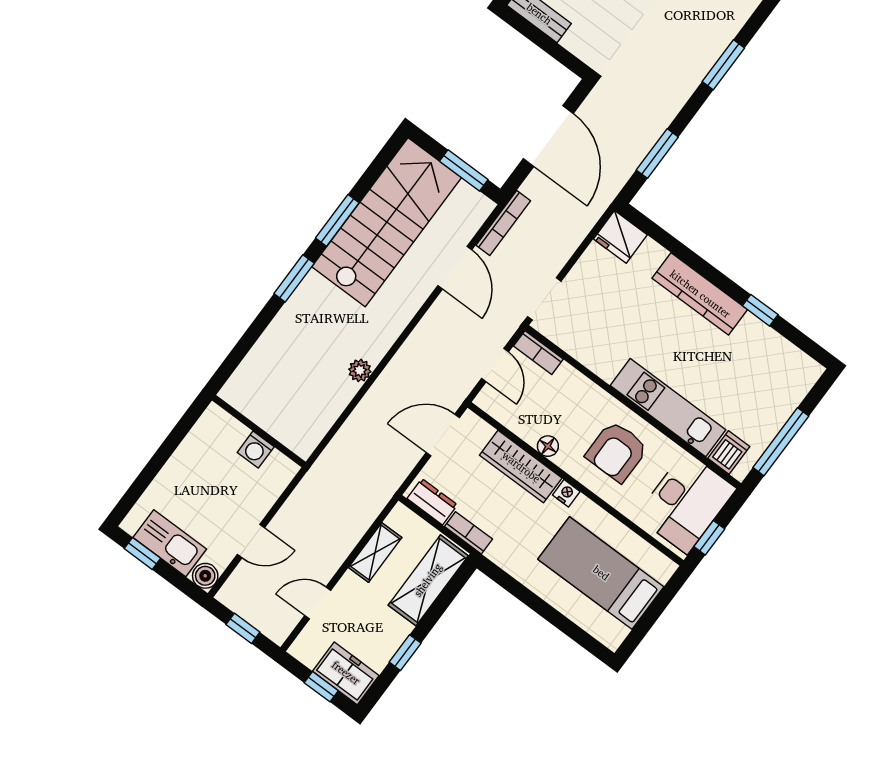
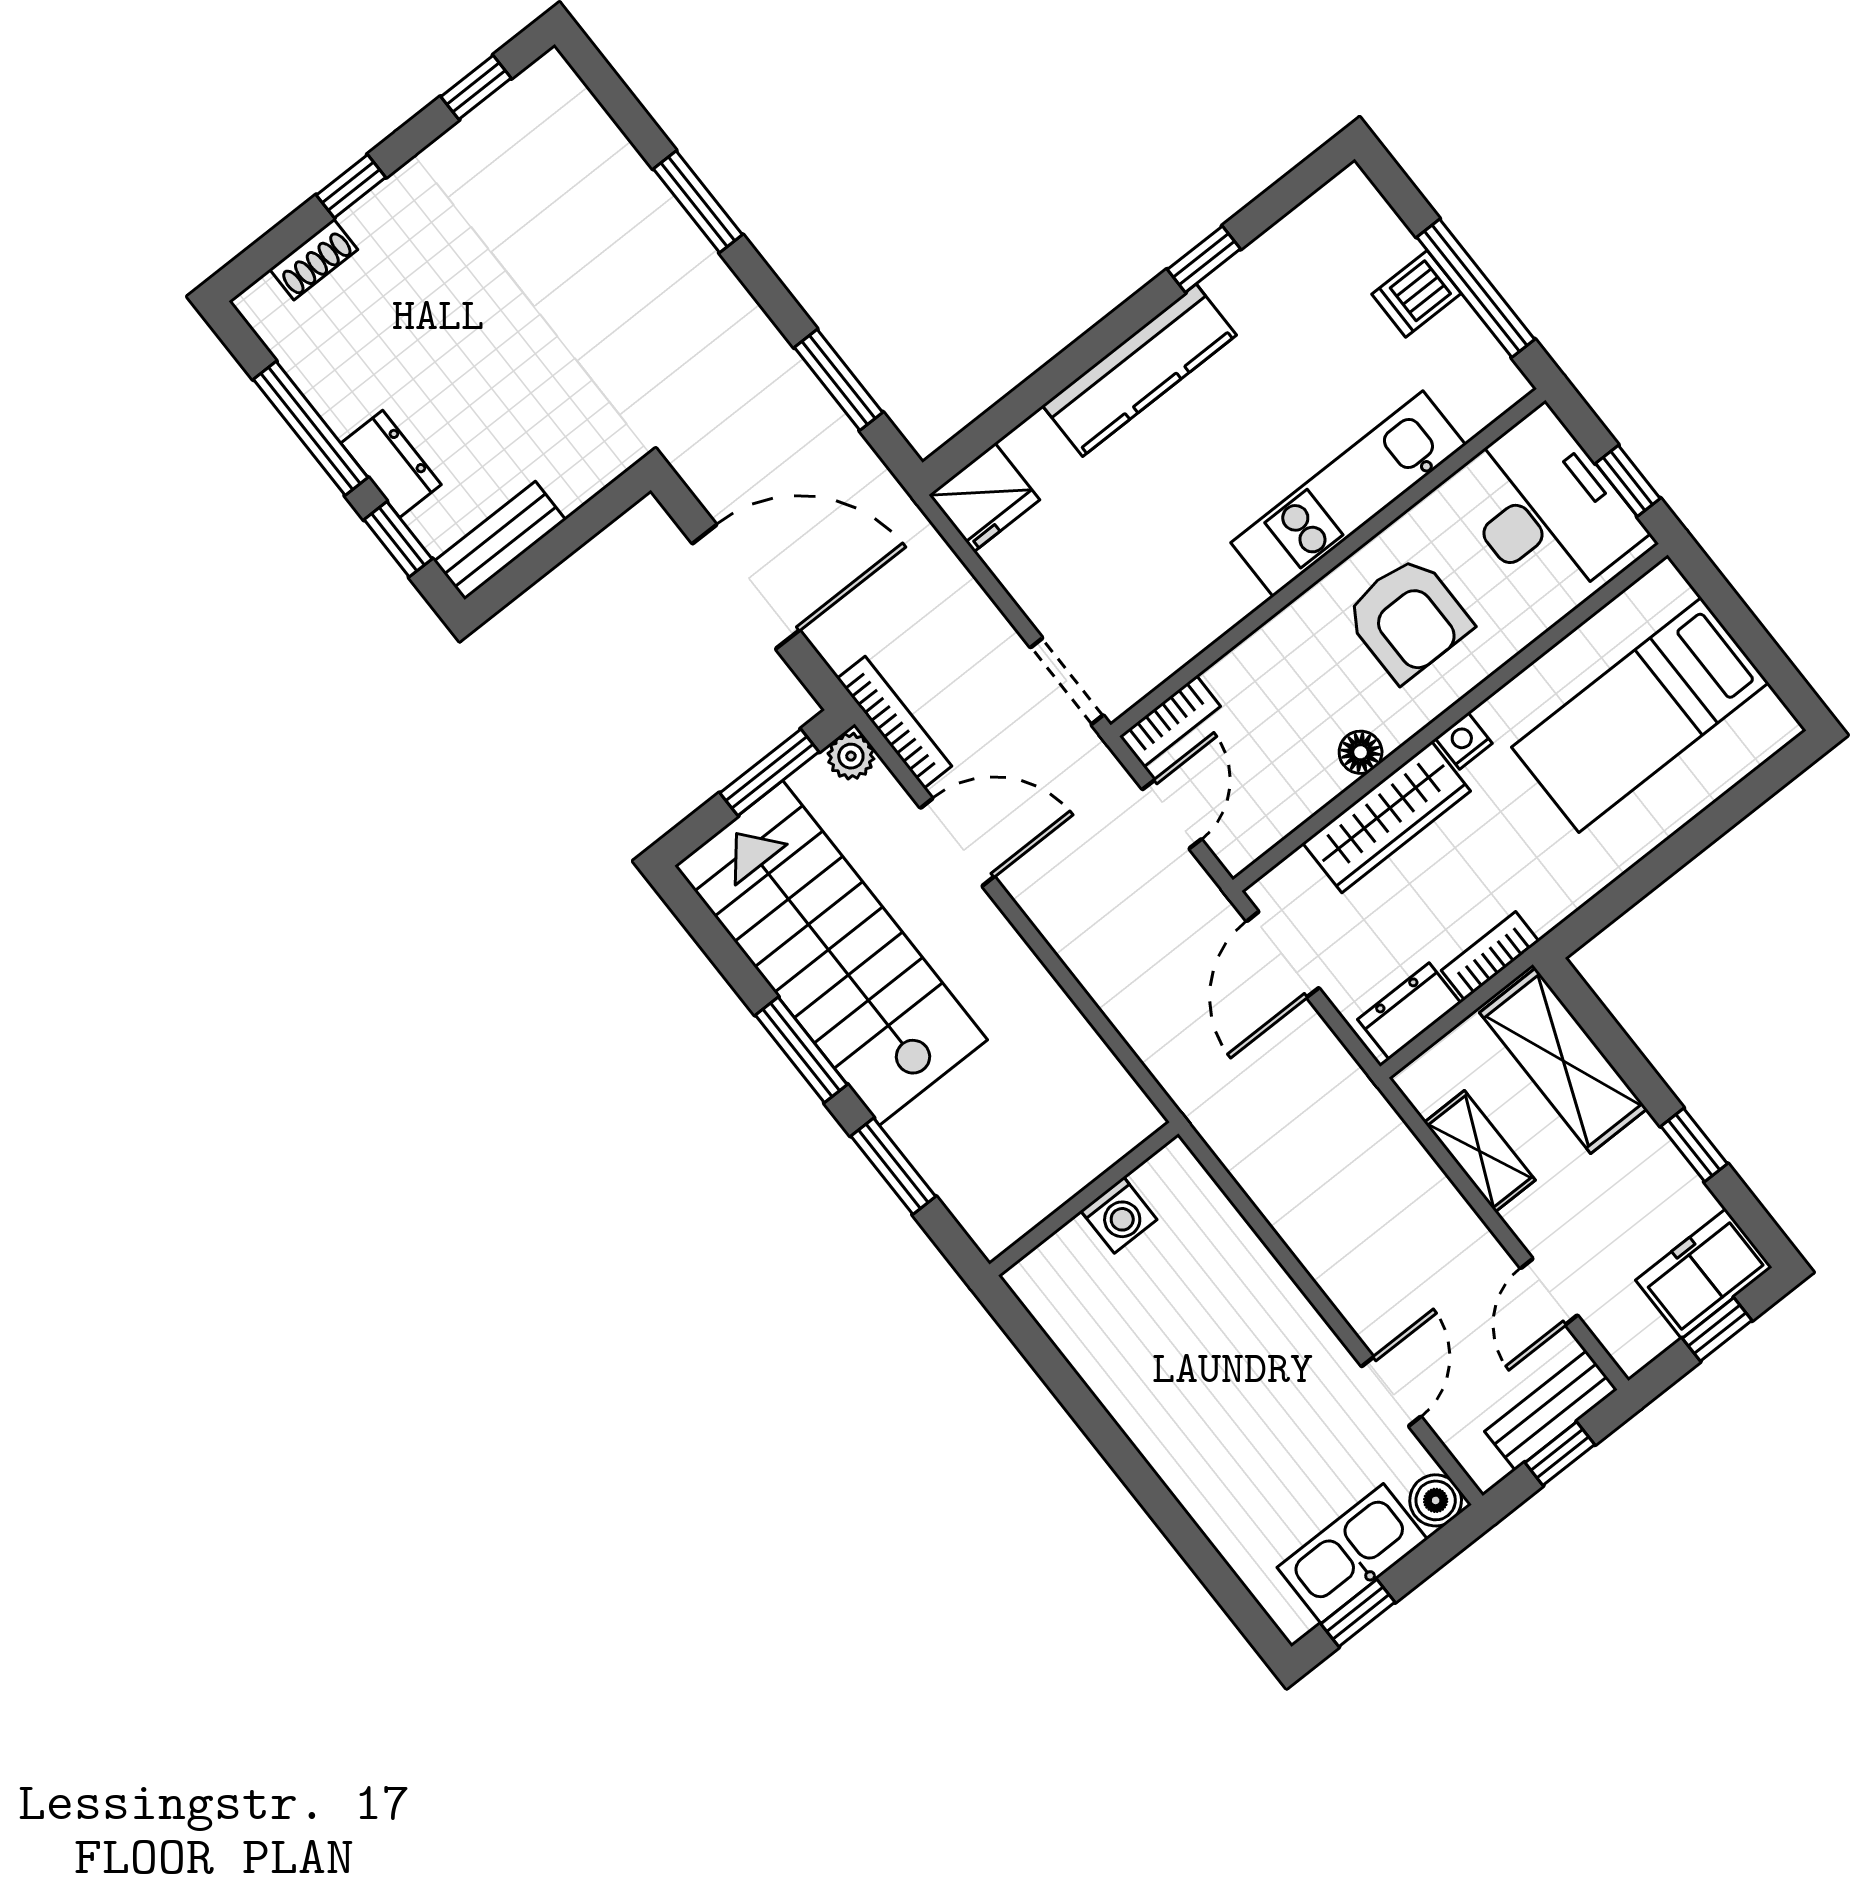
door: (495, 365) -> (1172, 814), hinge flipped
plant: (360, 370) -> (851, 756), moved
wall: (259, 431) -> (1084, 1199), moved
washing machine: (256, 450) -> (1119, 1215), moved
dishwasher: (729, 452) -> (1416, 294), moved, turned -90
bench: (262, 619) -> (1551, 1410), added

